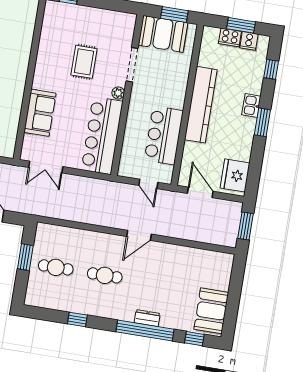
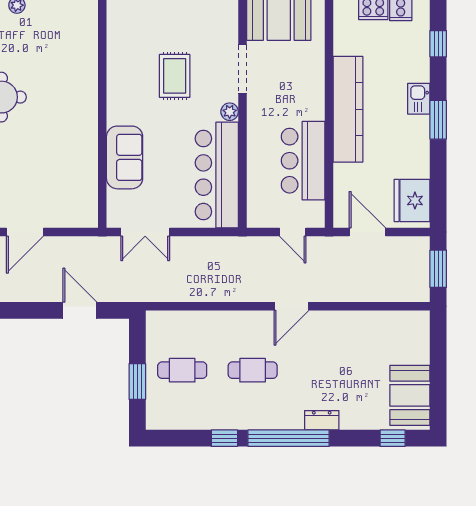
window: (25, 257) -> (137, 381), moved
window: (145, 331) -> (289, 438), moved

